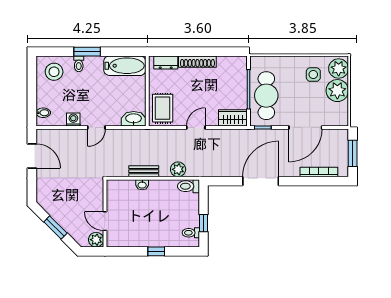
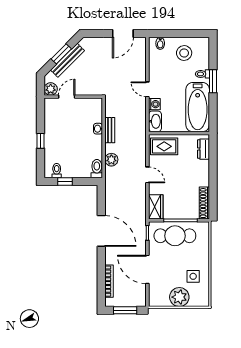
shoe rack: (197, 62) -> (204, 203), moved
bathtub: (125, 66) -> (198, 107), width x1.36, depth x1.36
plant: (339, 69) -> (198, 298), removed
stool: (54, 72) -> (184, 53), moved
washing machine: (73, 119) -> (154, 104), moved
bench: (63, 220) -> (68, 60), added

